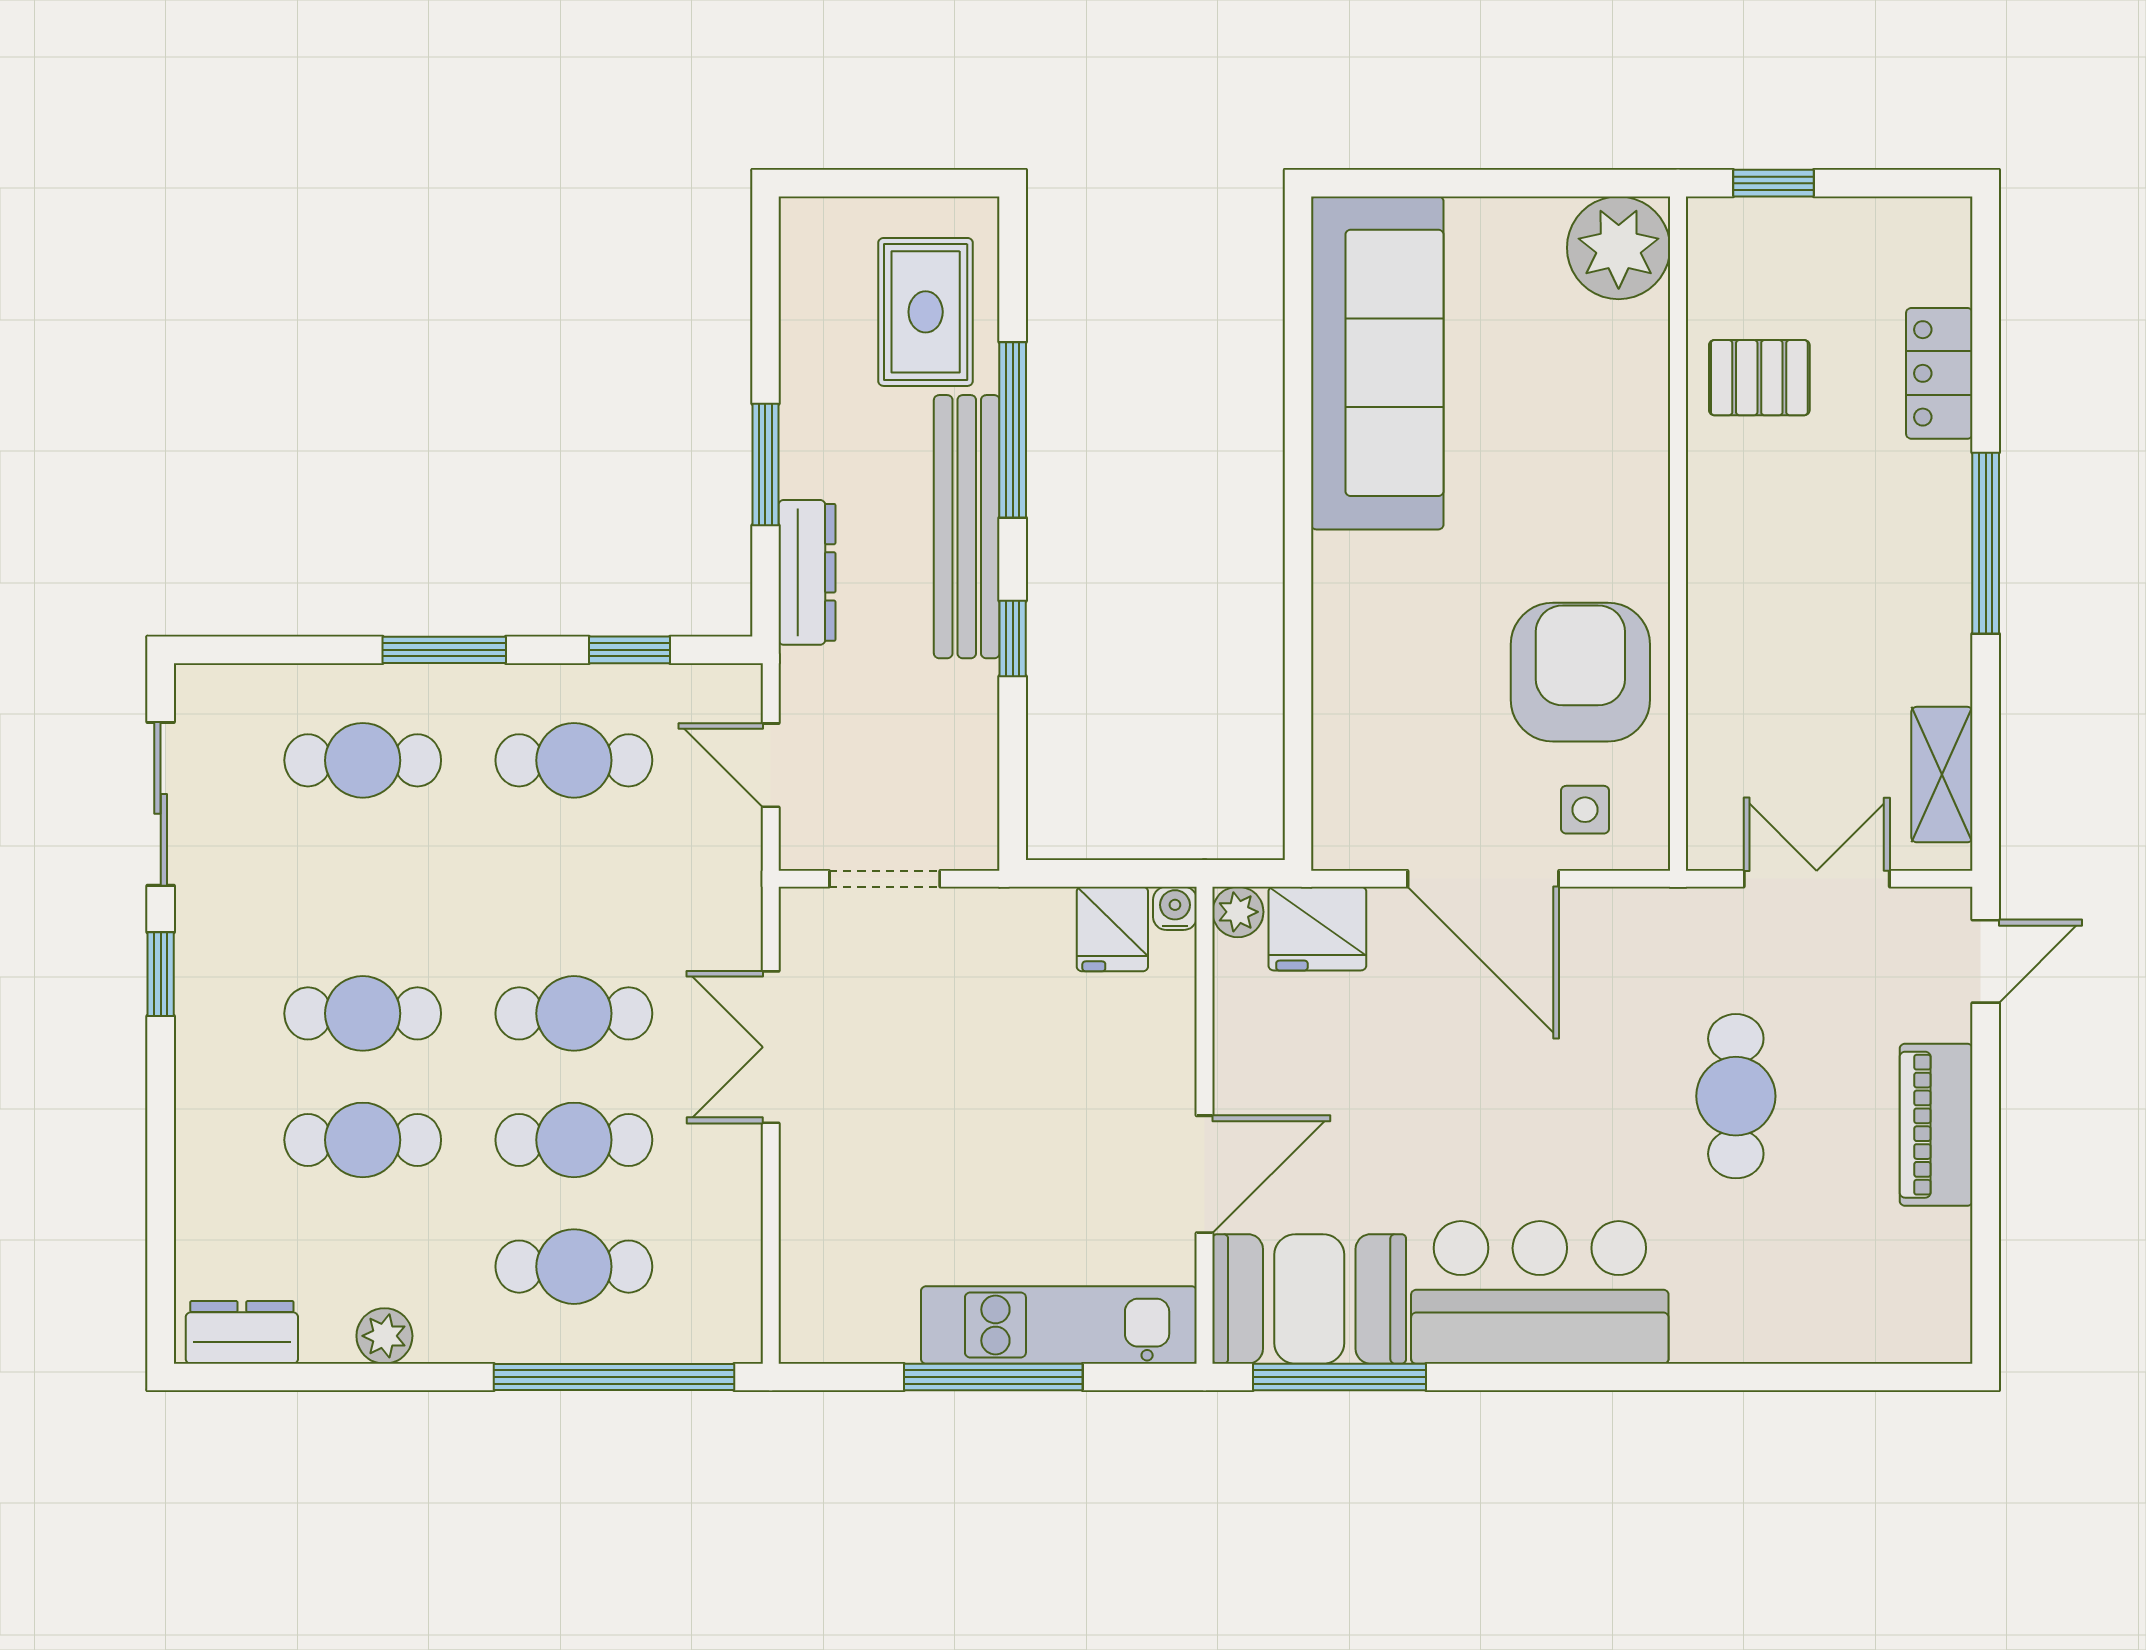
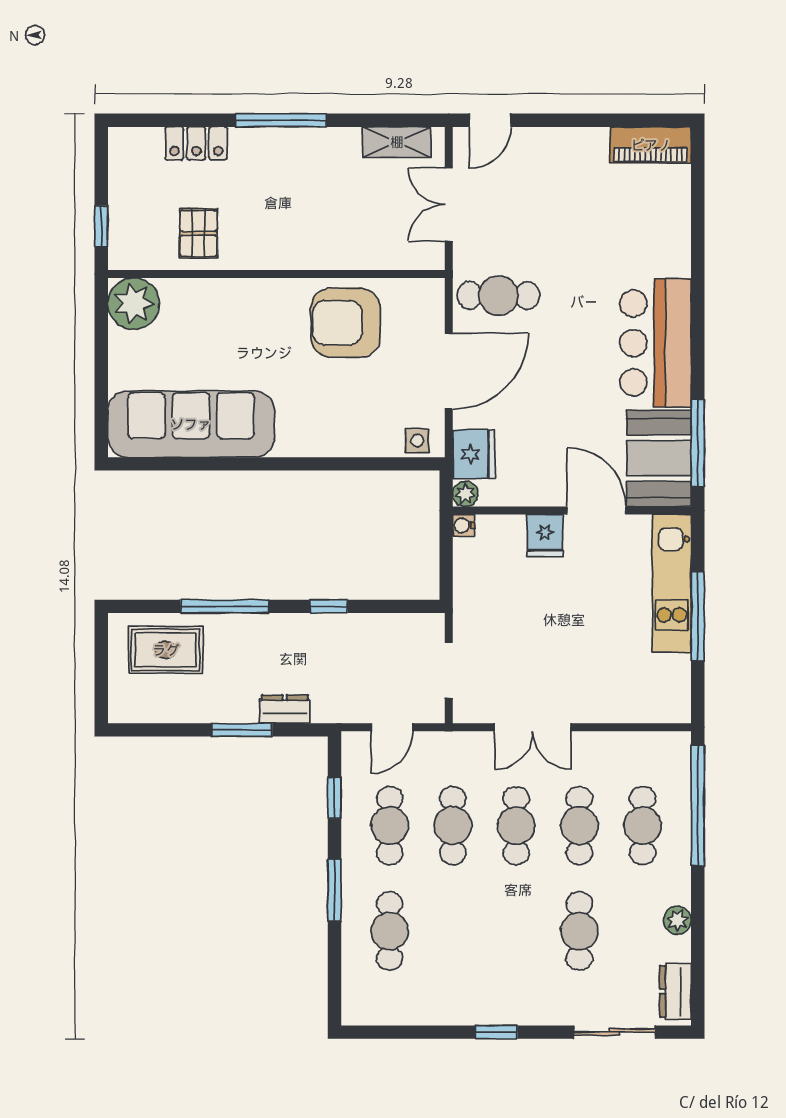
bench: (967, 527) -> (273, 629), removed
dresser: (807, 572) -> (285, 709), width x0.70
sliding door: (161, 804) -> (615, 1032), moved
side table: (1585, 810) -> (417, 441), moved
fridge: (1112, 929) -> (545, 536), moved, turned 90
door: (1986, 961) -> (490, 120), swing flipped
cafe table: (363, 1013) -> (453, 826), moved
cafe table: (1736, 1096) -> (498, 296), moved
piano: (1936, 1125) -> (651, 145), moved

